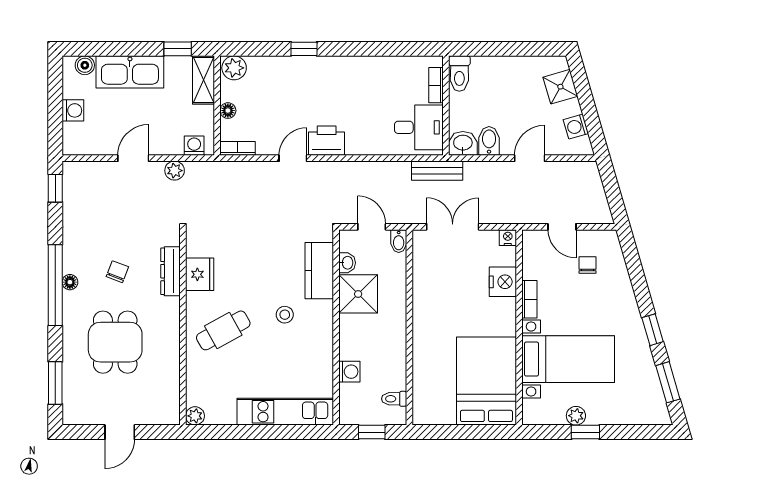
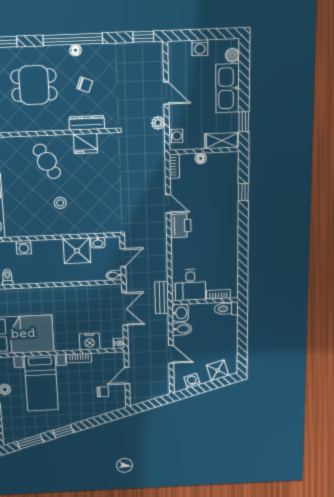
window: (304, 49) -> (243, 192), moved
plant: (234, 68) -> (230, 161), removed
kitchen counter: (319, 271) -> (92, 225), removed

